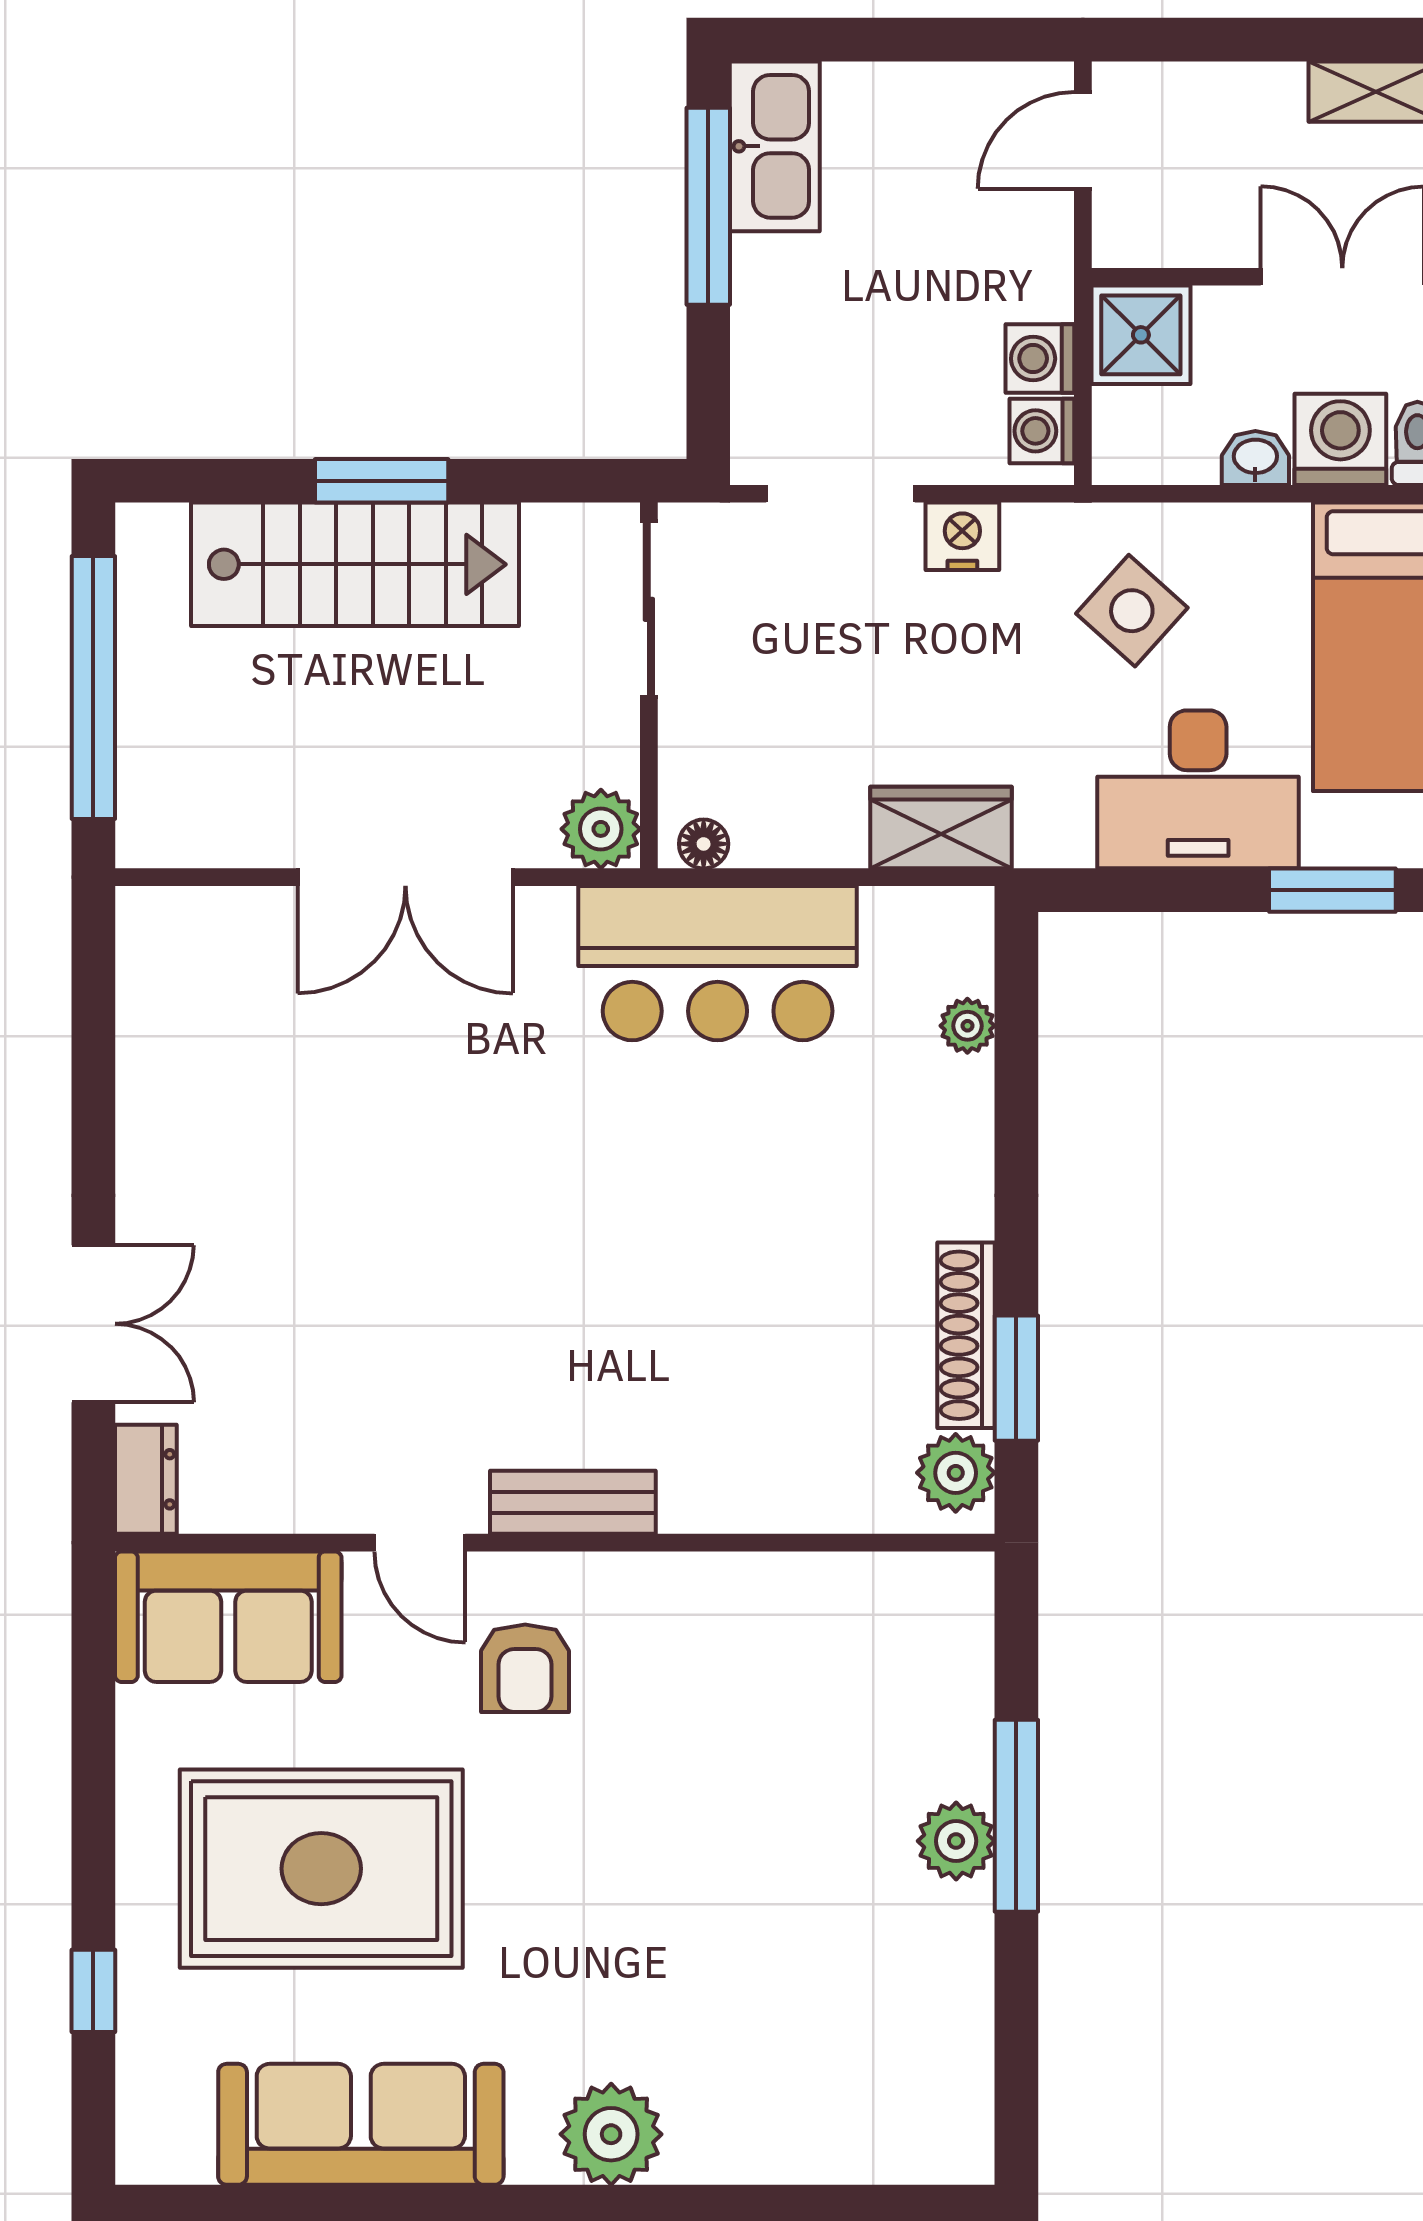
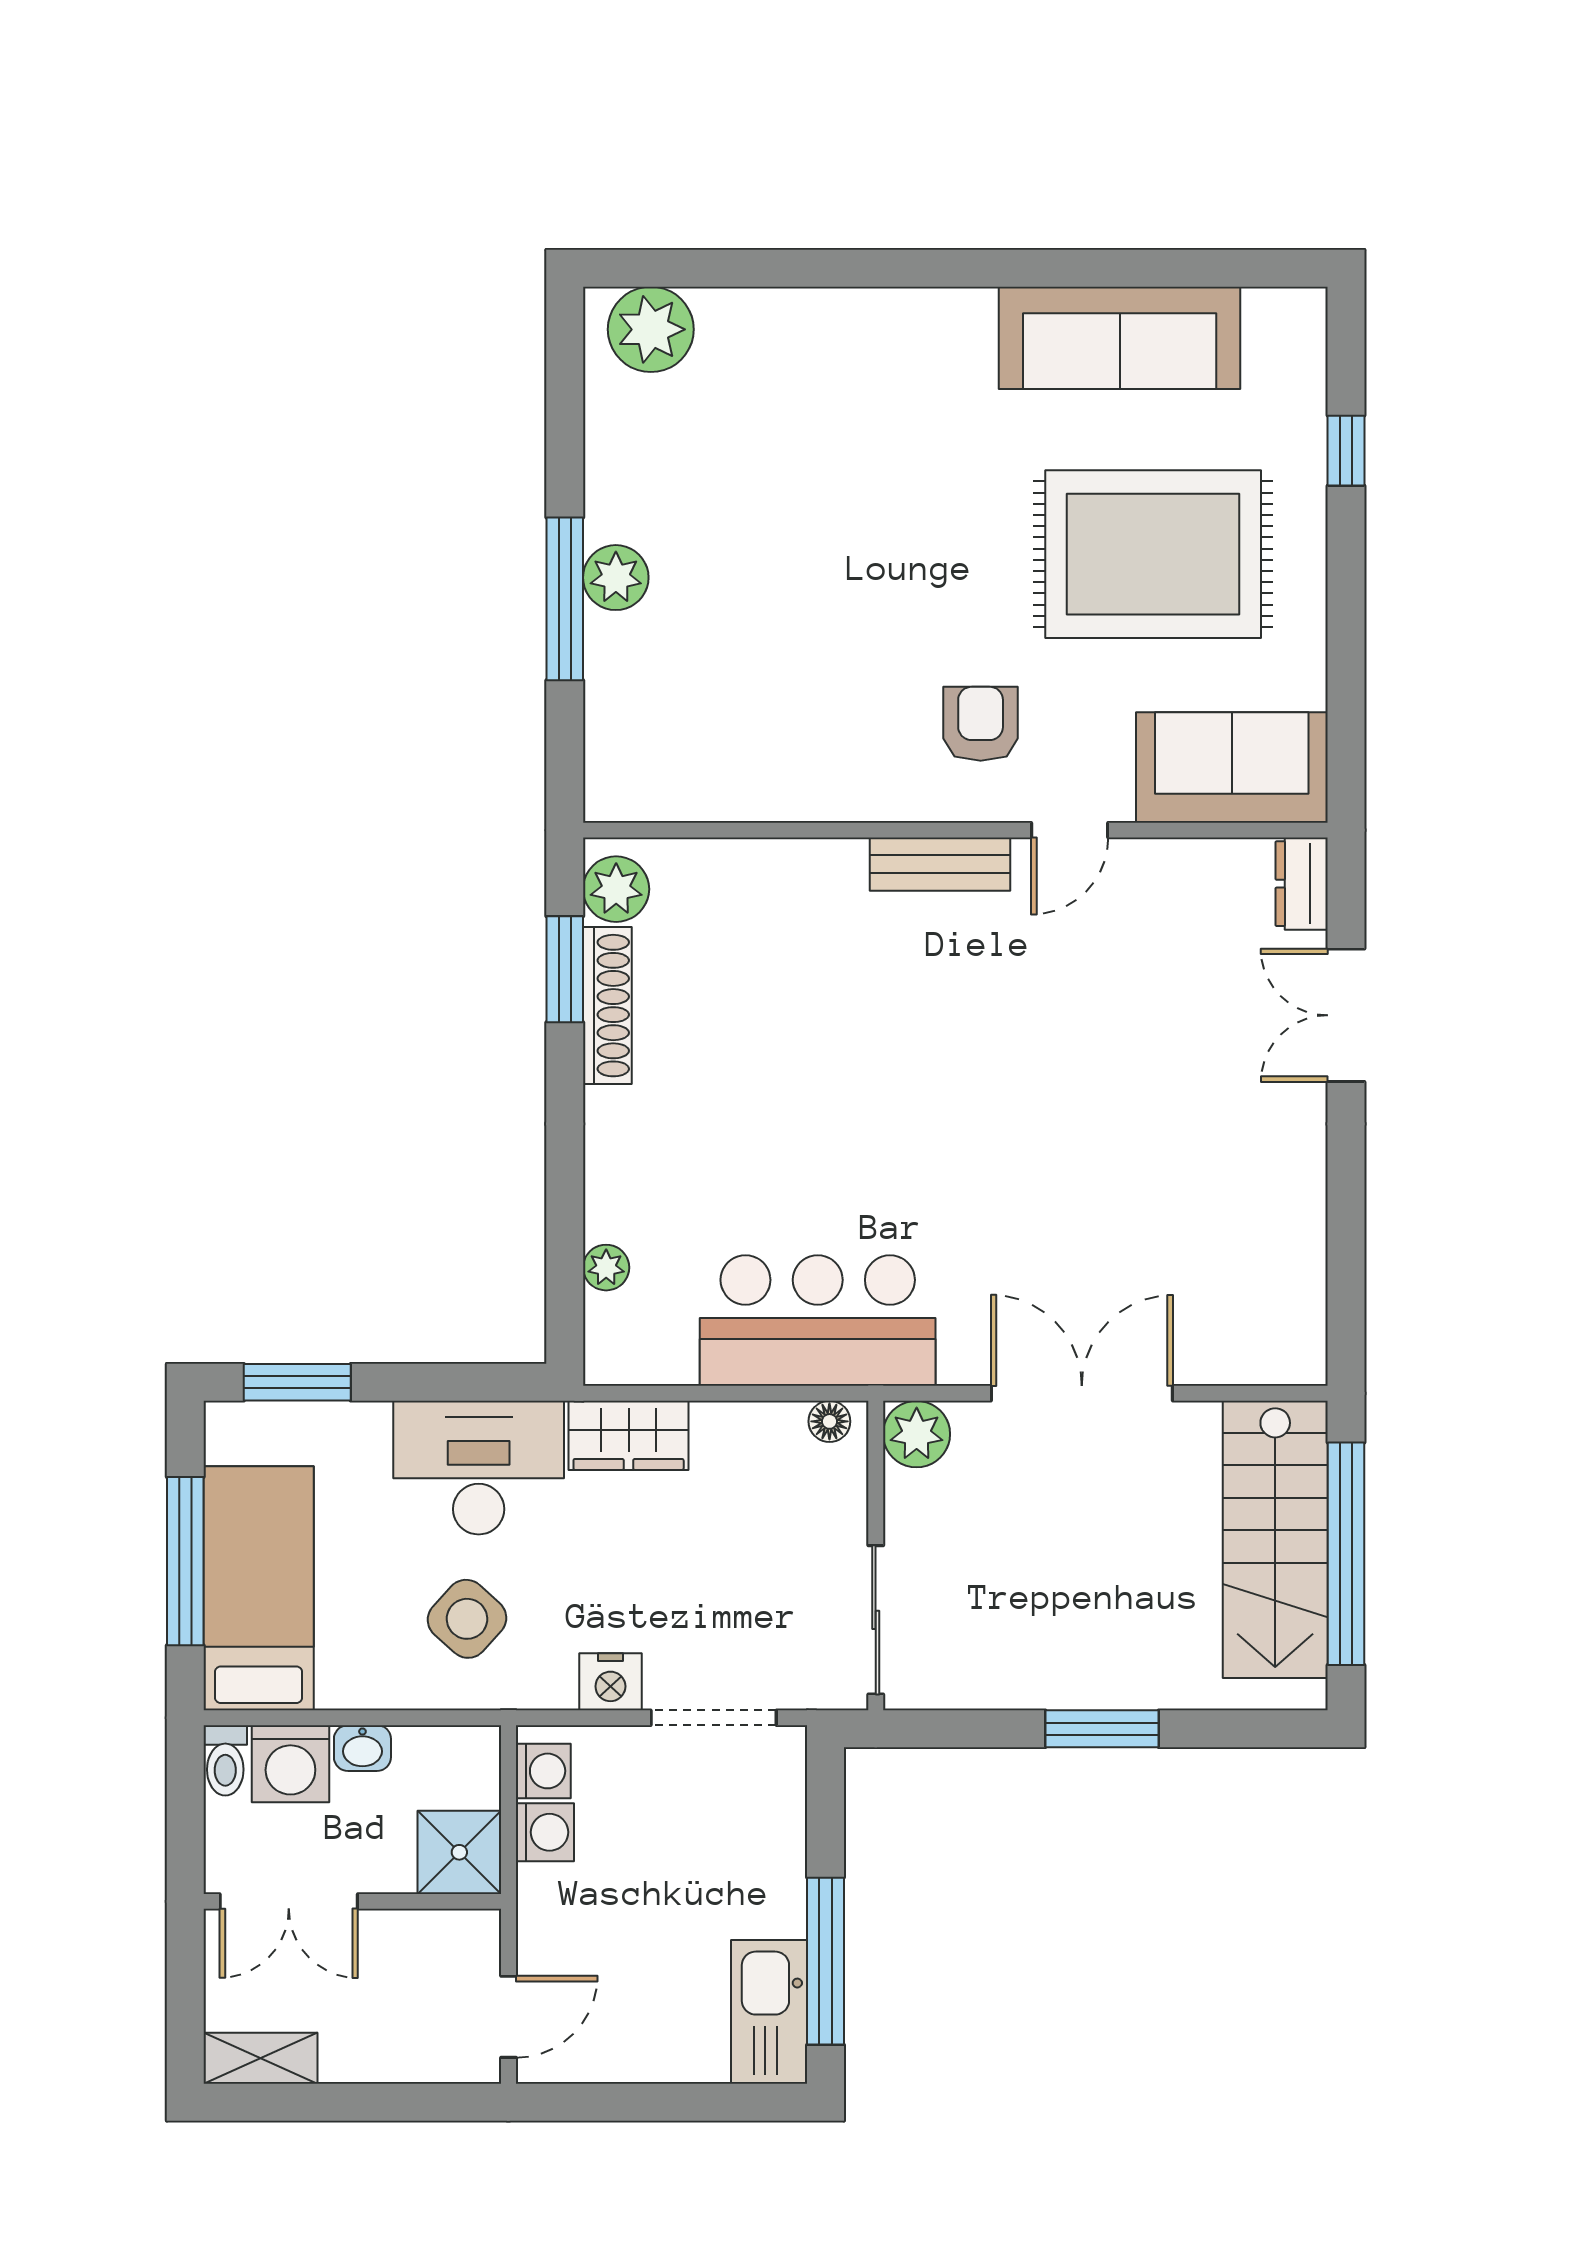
stairs: (355, 564) -> (1275, 1539), moved, turned -90
desk: (1198, 789) -> (479, 1468), moved
door: (420, 1543) -> (1070, 830), swing flipped
plant: (611, 2134) -> (651, 329), moved

